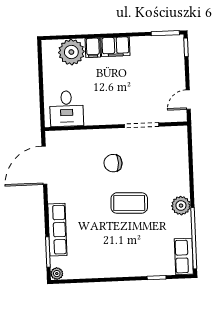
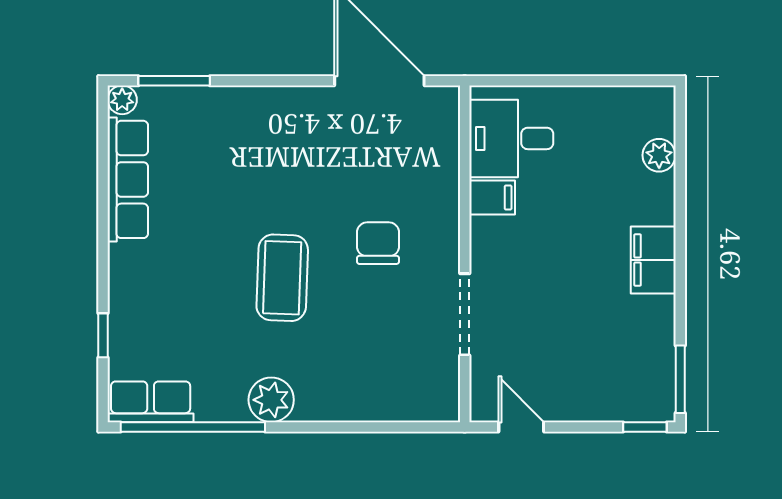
filing cabinet: (93, 48) -> (492, 198), moved, turned 180
plant: (71, 52) -> (659, 155), width x0.53, depth x0.53
row of seats: (57, 230) -> (128, 179), moved, turned -90

